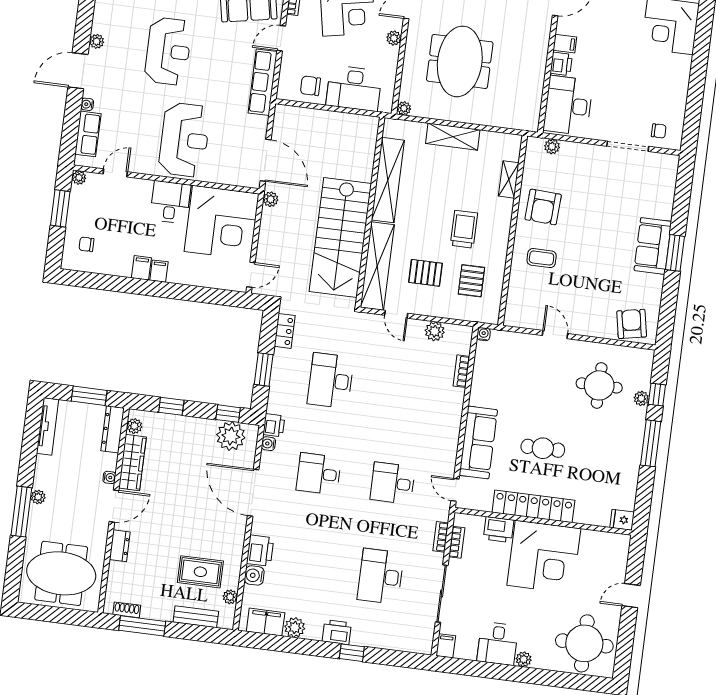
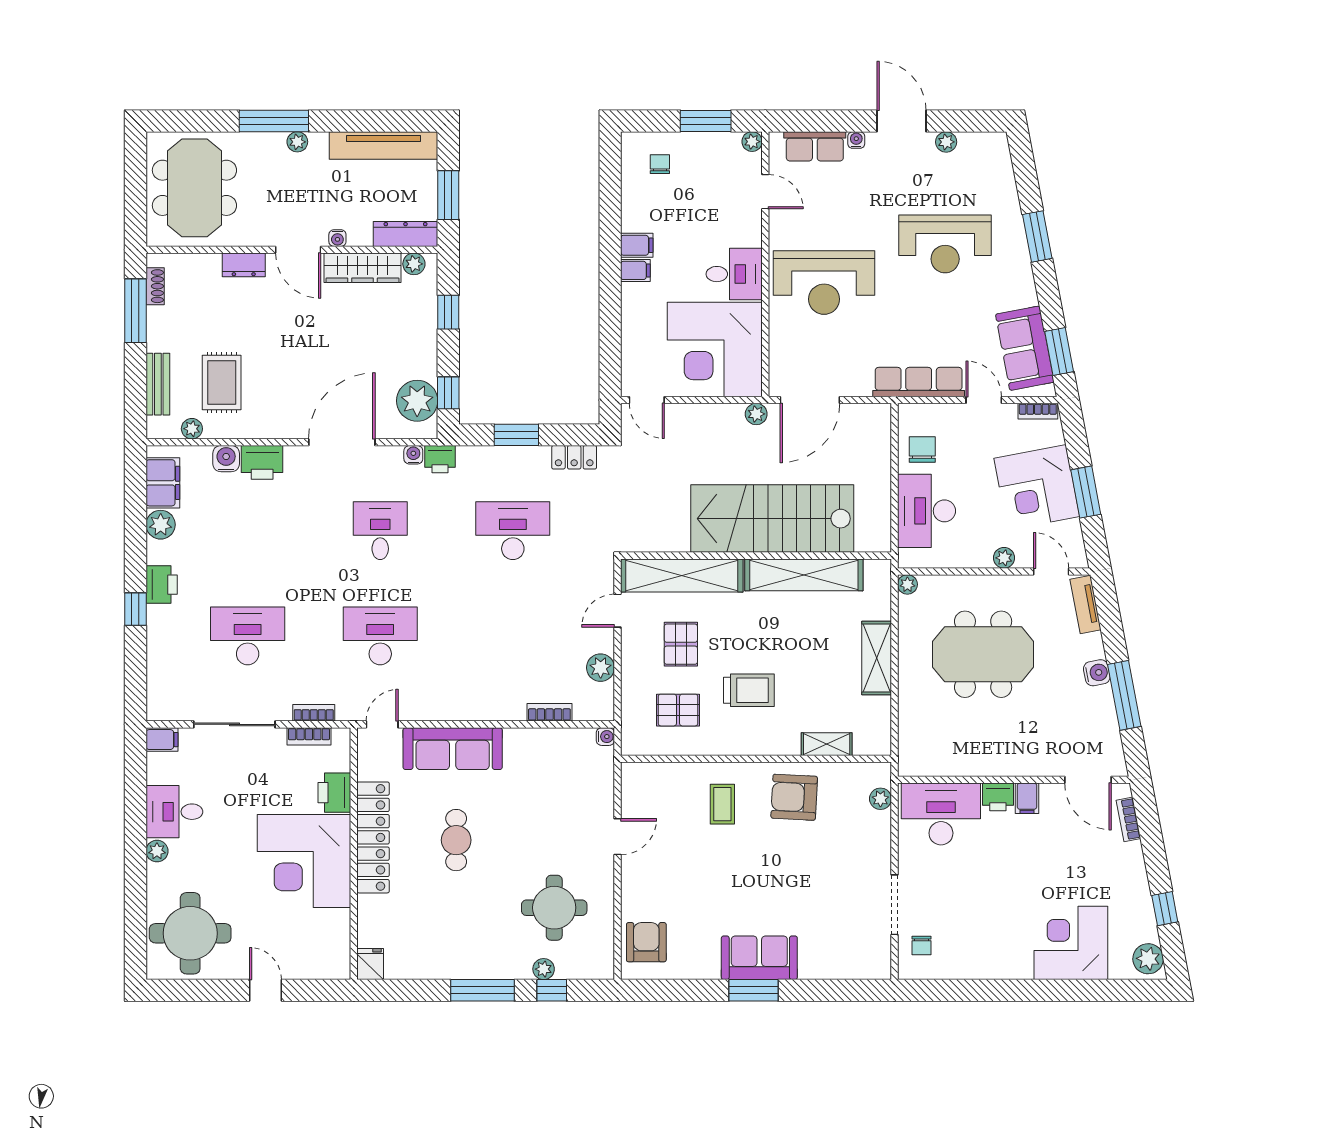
stairs: (340, 238) -> (772, 519), moved
armchair: (632, 324) -> (646, 942), turned -79
tv unit: (48, 426) -> (384, 145), width x1.36, depth x1.29
desk: (393, 483) -> (380, 636), width x1.37

